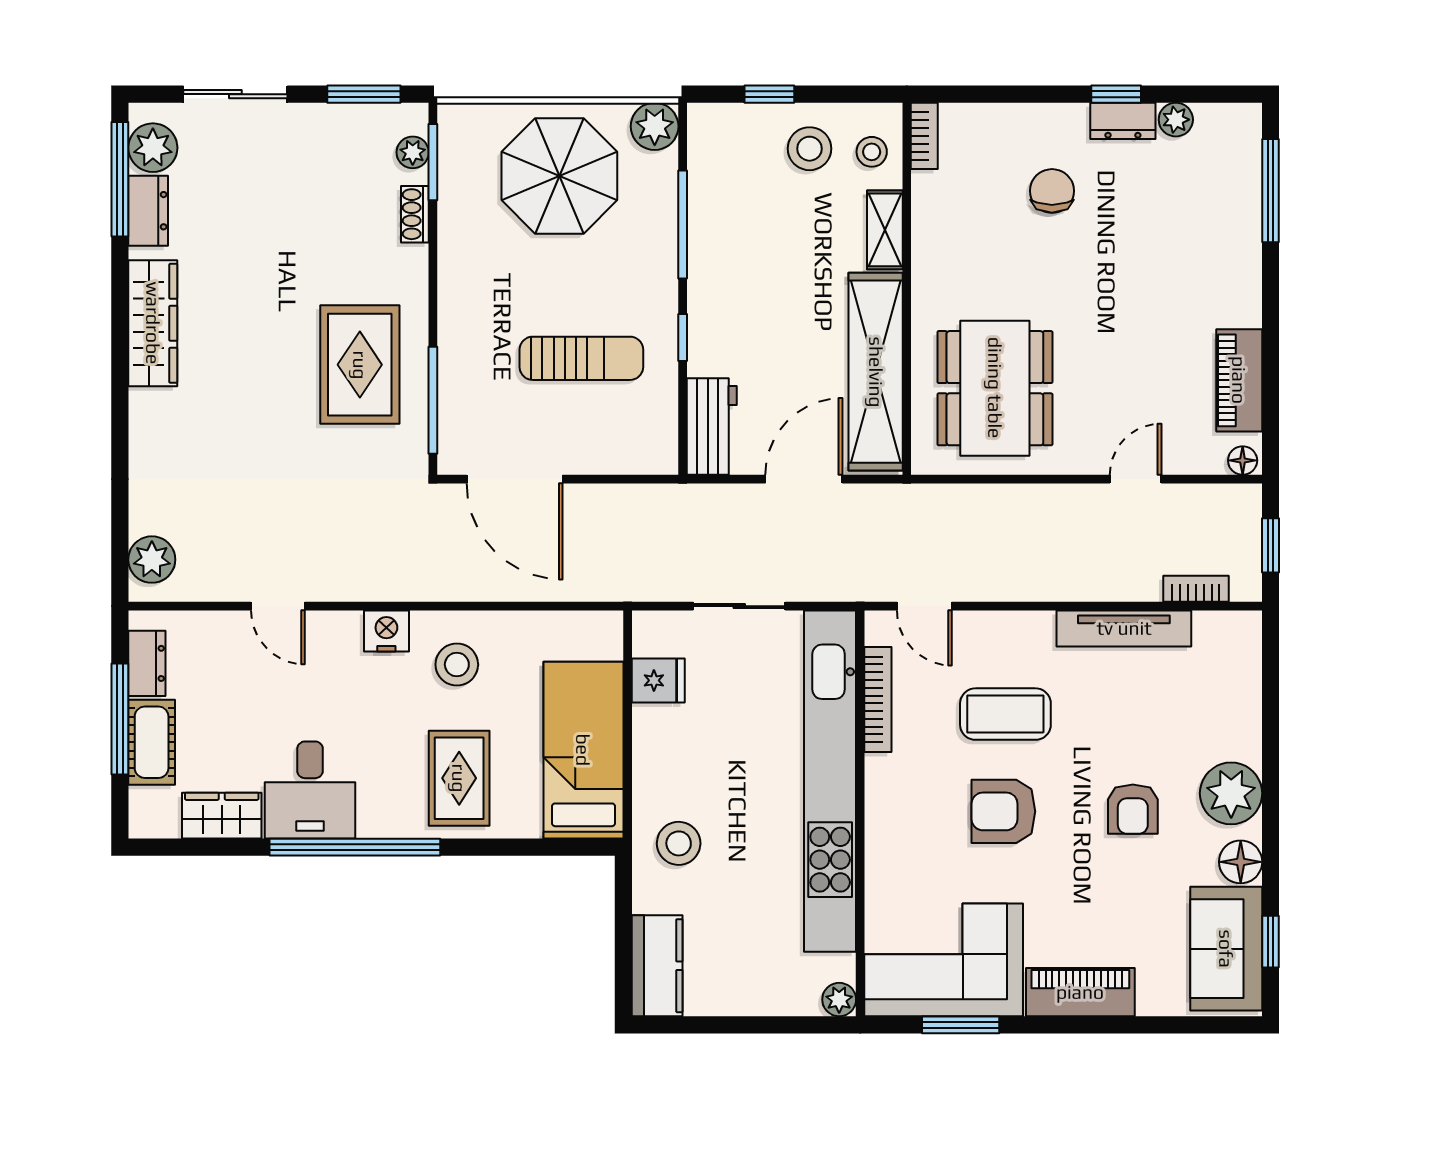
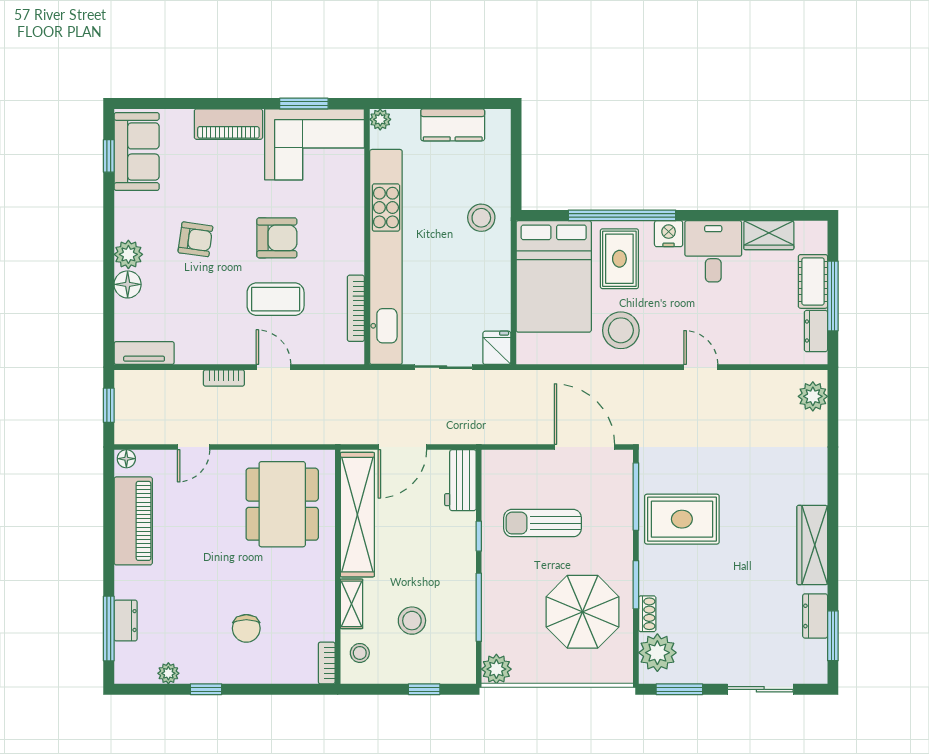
dresser: (1123, 121) -> (126, 621), moved, turned 90
plant: (153, 148) -> (812, 656), removed
stool: (809, 149) -> (412, 621), moved
plant: (413, 152) -> (657, 653), width x1.87, depth x1.87
window: (433, 162) -> (636, 585), moved
parasol: (559, 176) -> (583, 612), moved
window: (120, 179) -> (833, 636), width x0.69
rug: (360, 365) -> (682, 519), turned 90
piano: (1239, 380) -> (133, 521), width x1.37, depth x1.33
bookcase: (1196, 589) -> (224, 378), moved
door: (278, 606) -> (701, 367), moved
door: (924, 606) -> (274, 367), moved
tv unit: (1124, 628) -> (144, 353), moved, width x0.71
nightstand: (386, 631) -> (669, 234), moved, turned 180
stool: (457, 665) -> (621, 330), width x1.38, depth x1.38
fridge: (658, 680) -> (497, 348), moved, turned 90
bed: (583, 750) -> (554, 276), width x1.50
plant: (1231, 793) -> (128, 254), width x0.73, depth x0.73
armchair: (1133, 809) -> (195, 239), turned 98
window: (355, 847) -> (622, 215), moved
floor lamp: (1241, 862) -> (128, 284), moved
kitchen counter: (657, 966) -> (453, 125), moved, turned -90

